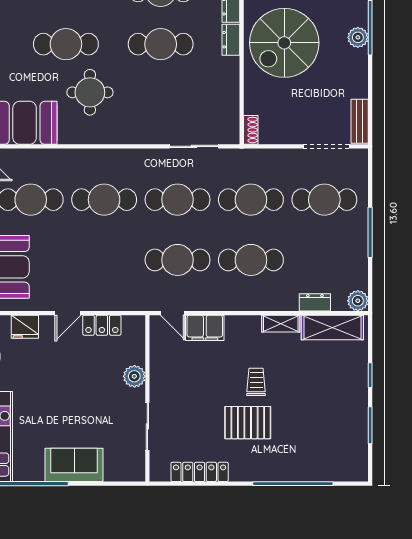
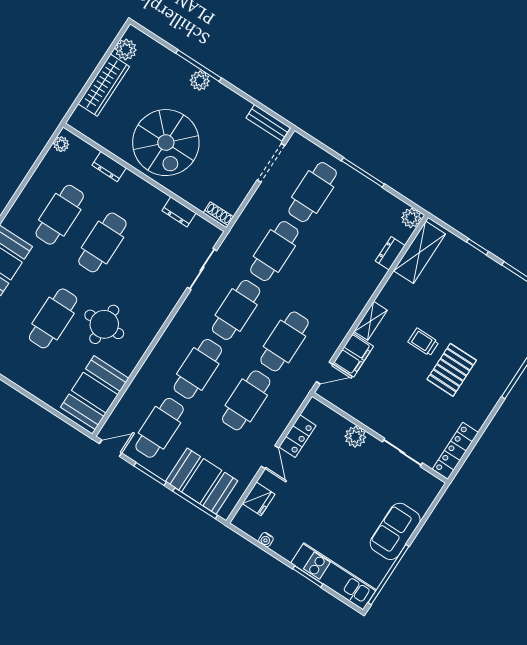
dresser: (231, 40) -> (179, 212), moved
cafe table: (251, 260) -> (246, 400), moved
shelving: (281, 324) -> (371, 321), moved
locker: (200, 472) -> (455, 451), moved

